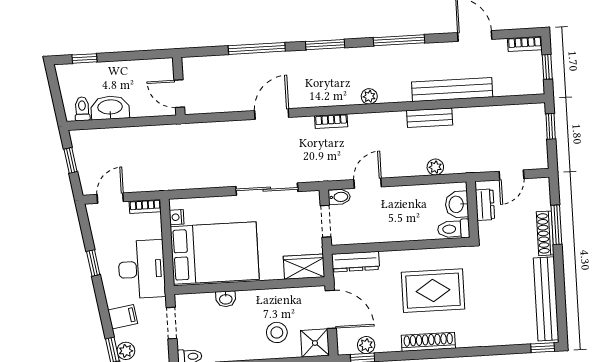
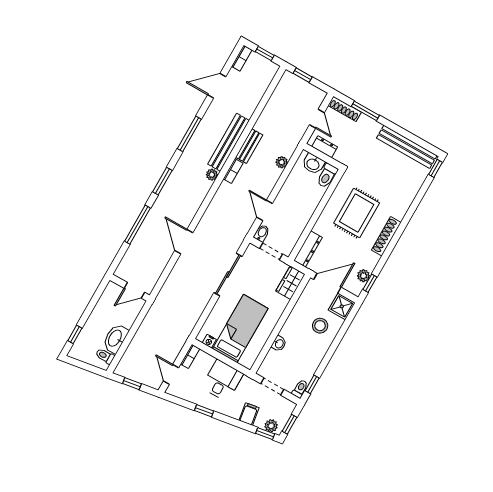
bench: (452, 90) -> (229, 142), moved
bookcase: (331, 121) -> (233, 171), moved
shoe rack: (545, 233) -> (345, 109), moved
bed: (215, 253) -> (240, 329), width x0.67
desk: (142, 269) -> (222, 381), width x0.73

